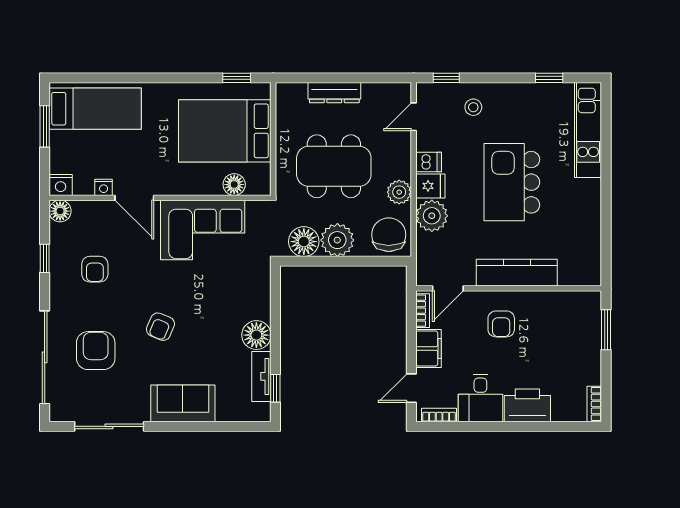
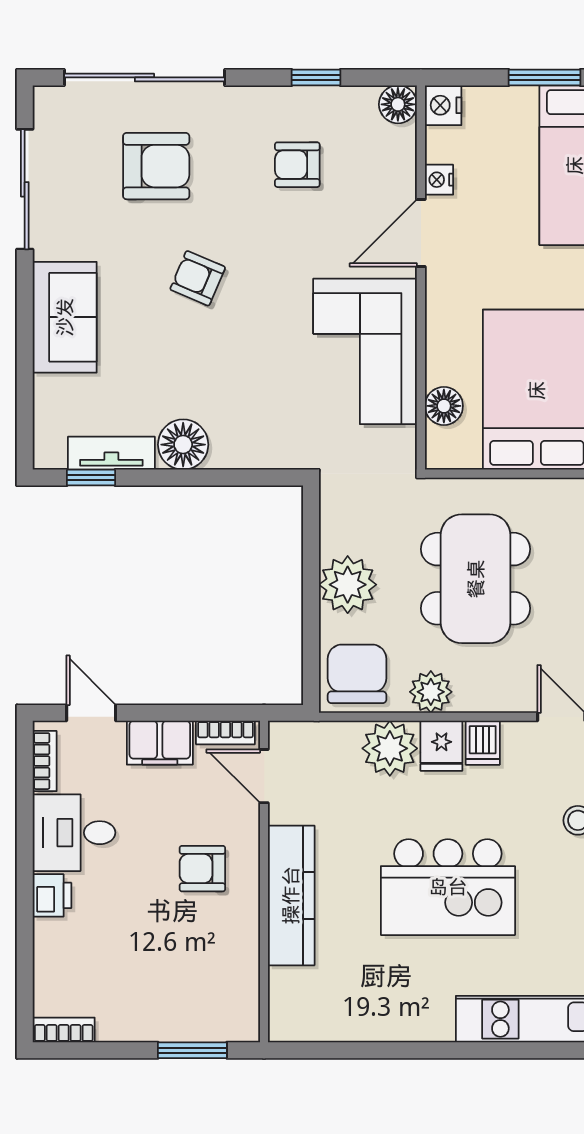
kitchen island: (512, 182) -> (448, 887), turned 180
chair: (389, 235) -> (357, 674), turned -90
floor lamp: (304, 242) -> (345, 527), removed
printer: (527, 405) -> (52, 895), width x0.53, depth x0.68

